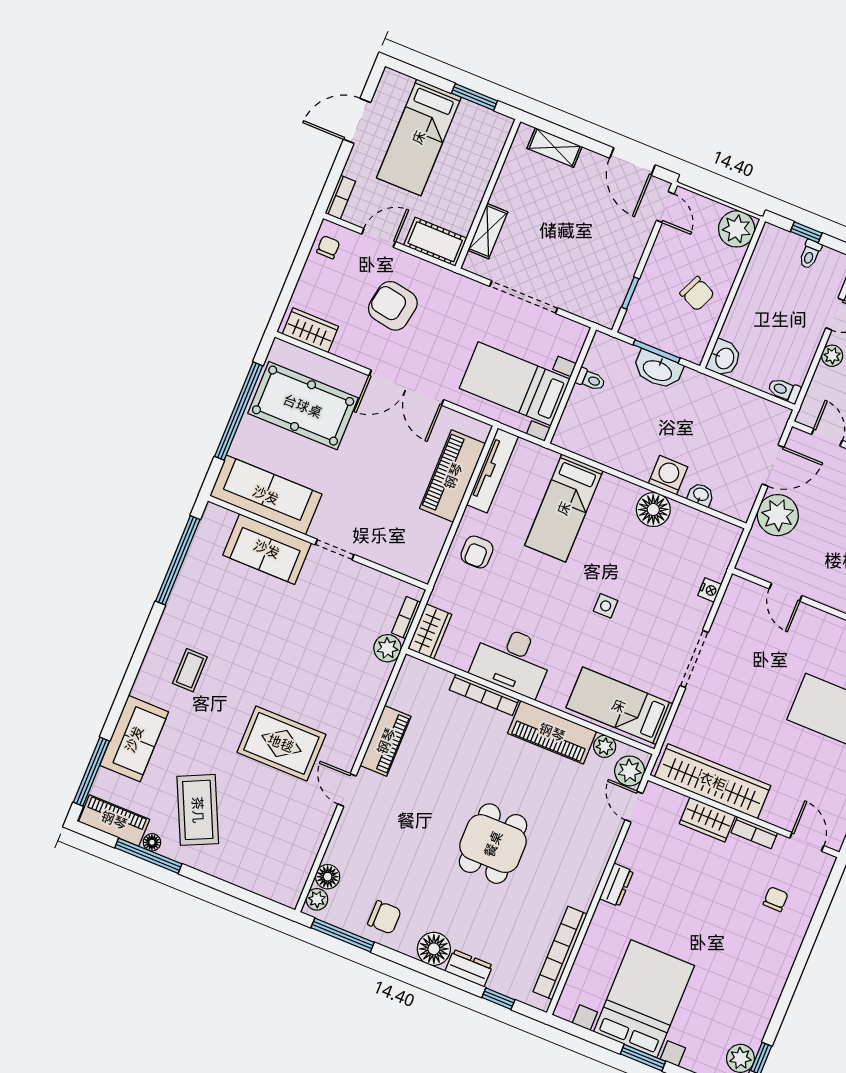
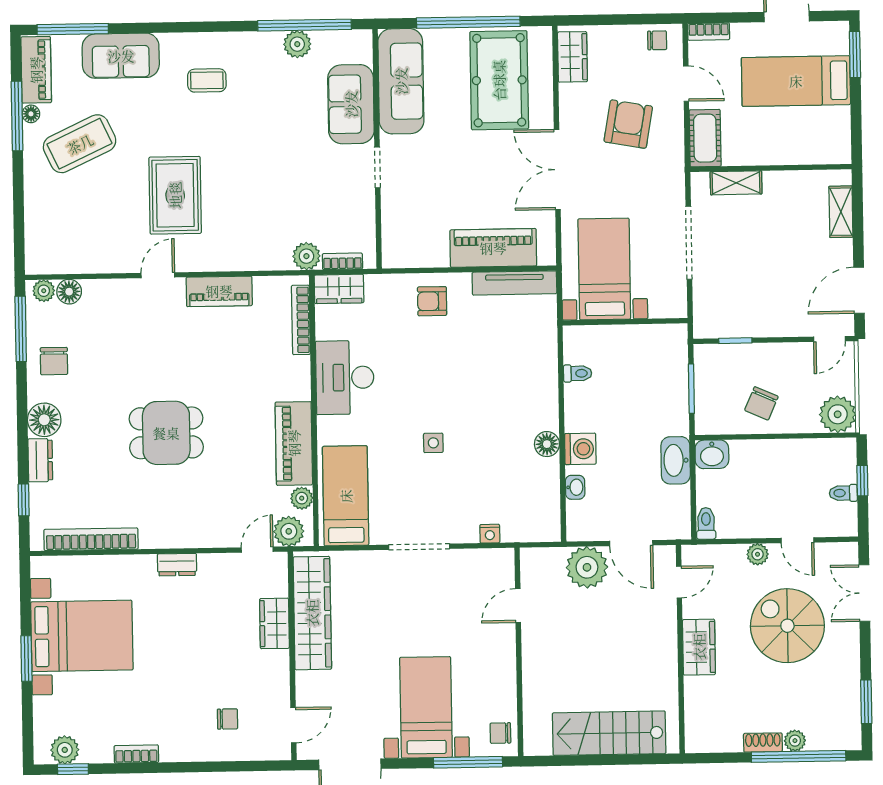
window: (474, 97) -> (855, 54), moved
washbasin: (658, 370) -> (676, 460), moved
toilet: (590, 380) -> (578, 373), moved, turned -90
bed: (564, 508) -> (508, 365), removed
floor lamp: (653, 510) -> (547, 444), width x0.73, depth x0.73
plant: (192, 574) -> (297, 44), added
bookcase: (484, 695) -> (301, 320), moved
bookcase: (754, 833) -> (136, 754), moved, turned 90

